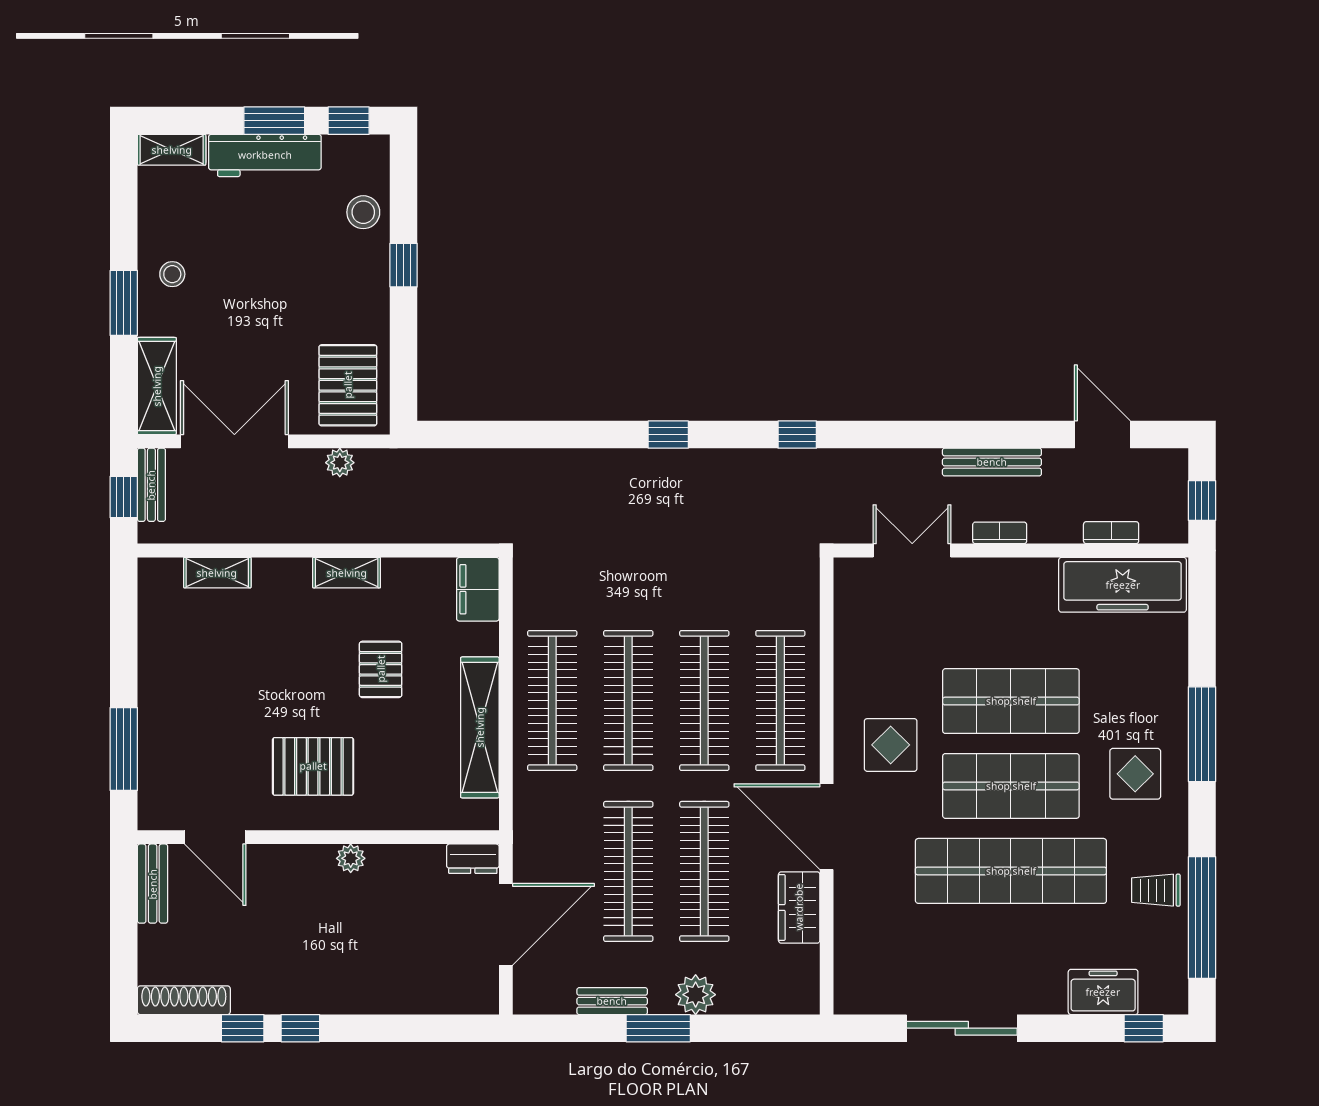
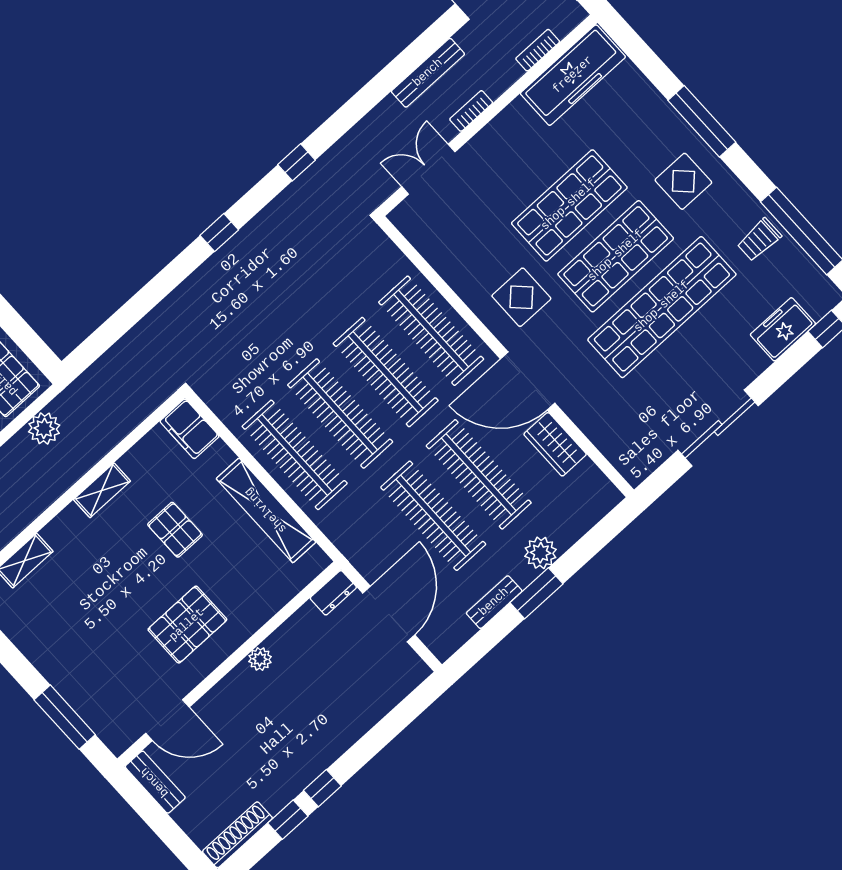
plant: (340, 463) -> (44, 428), width x1.38, depth x1.38

